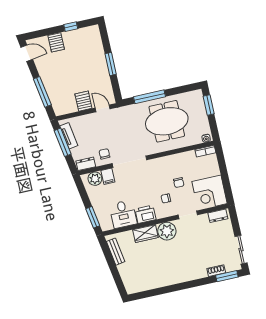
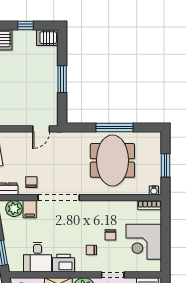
window: (149, 97) -> (114, 127), moved
server rack: (83, 101) -> (47, 38), moved, turned -90
window: (209, 105) -> (165, 165), moved
door: (103, 108) -> (41, 129), swing flipped
meeting table: (167, 121) -> (112, 160), turned 90
corner desk: (210, 193) -> (144, 242), moved

